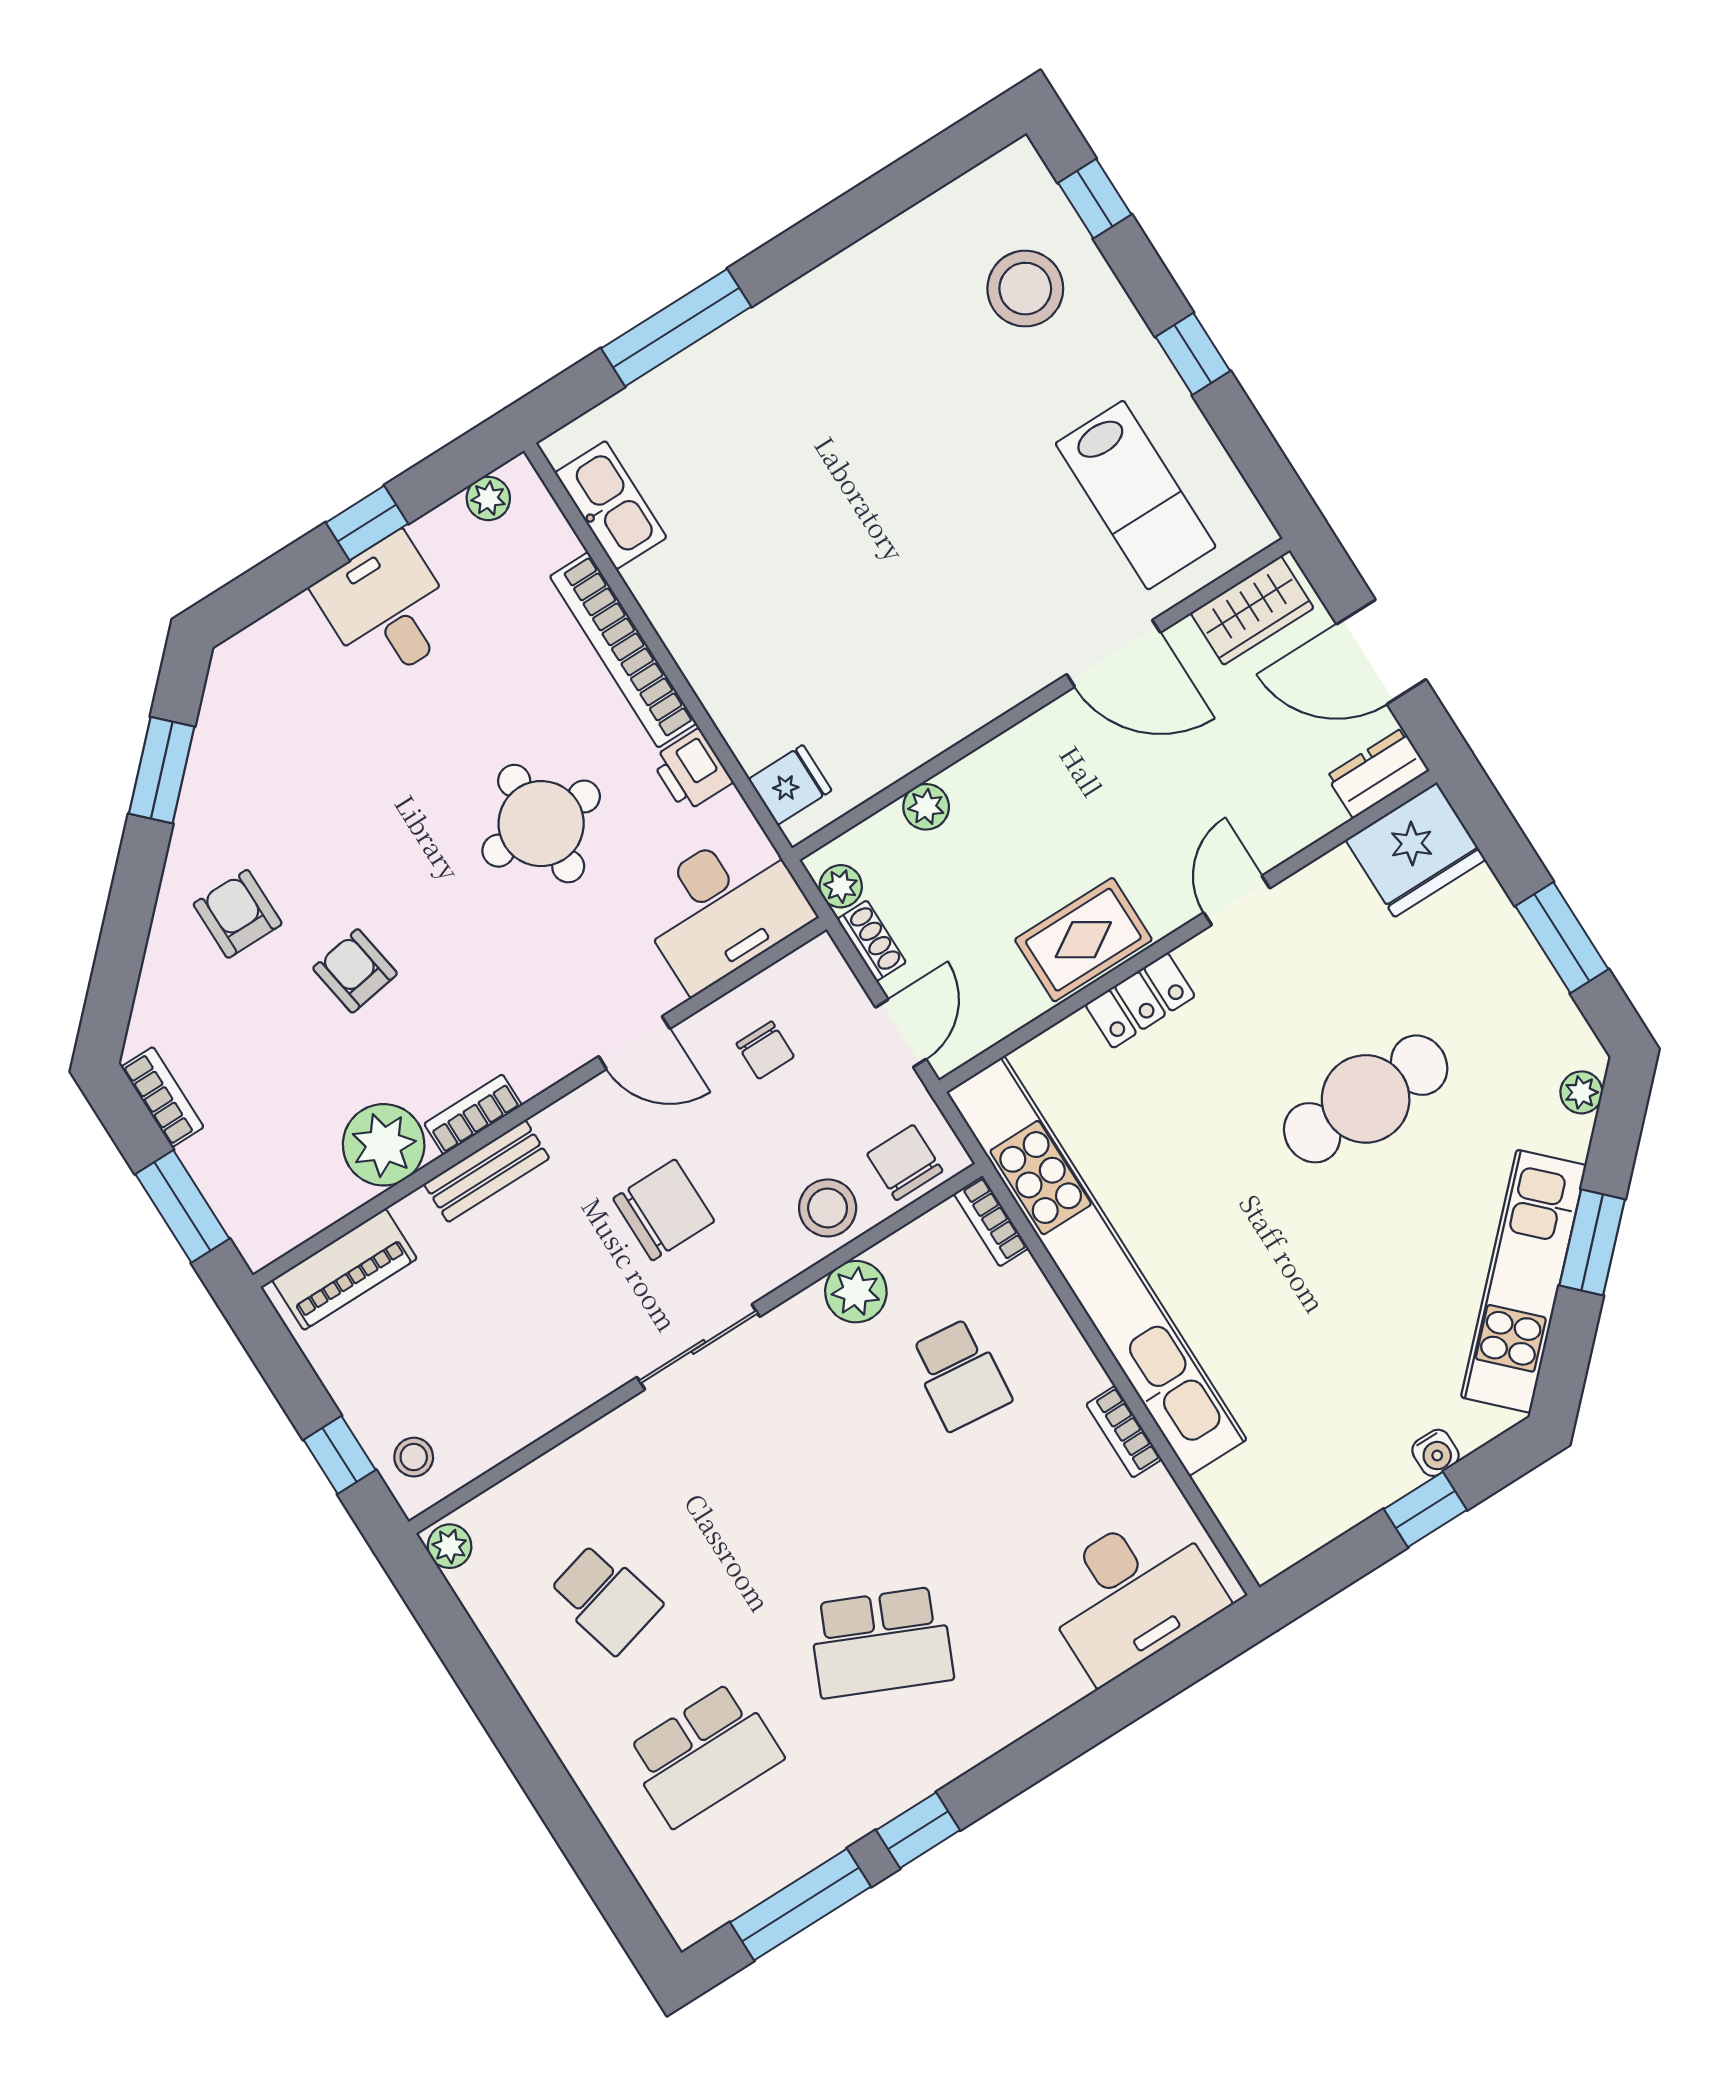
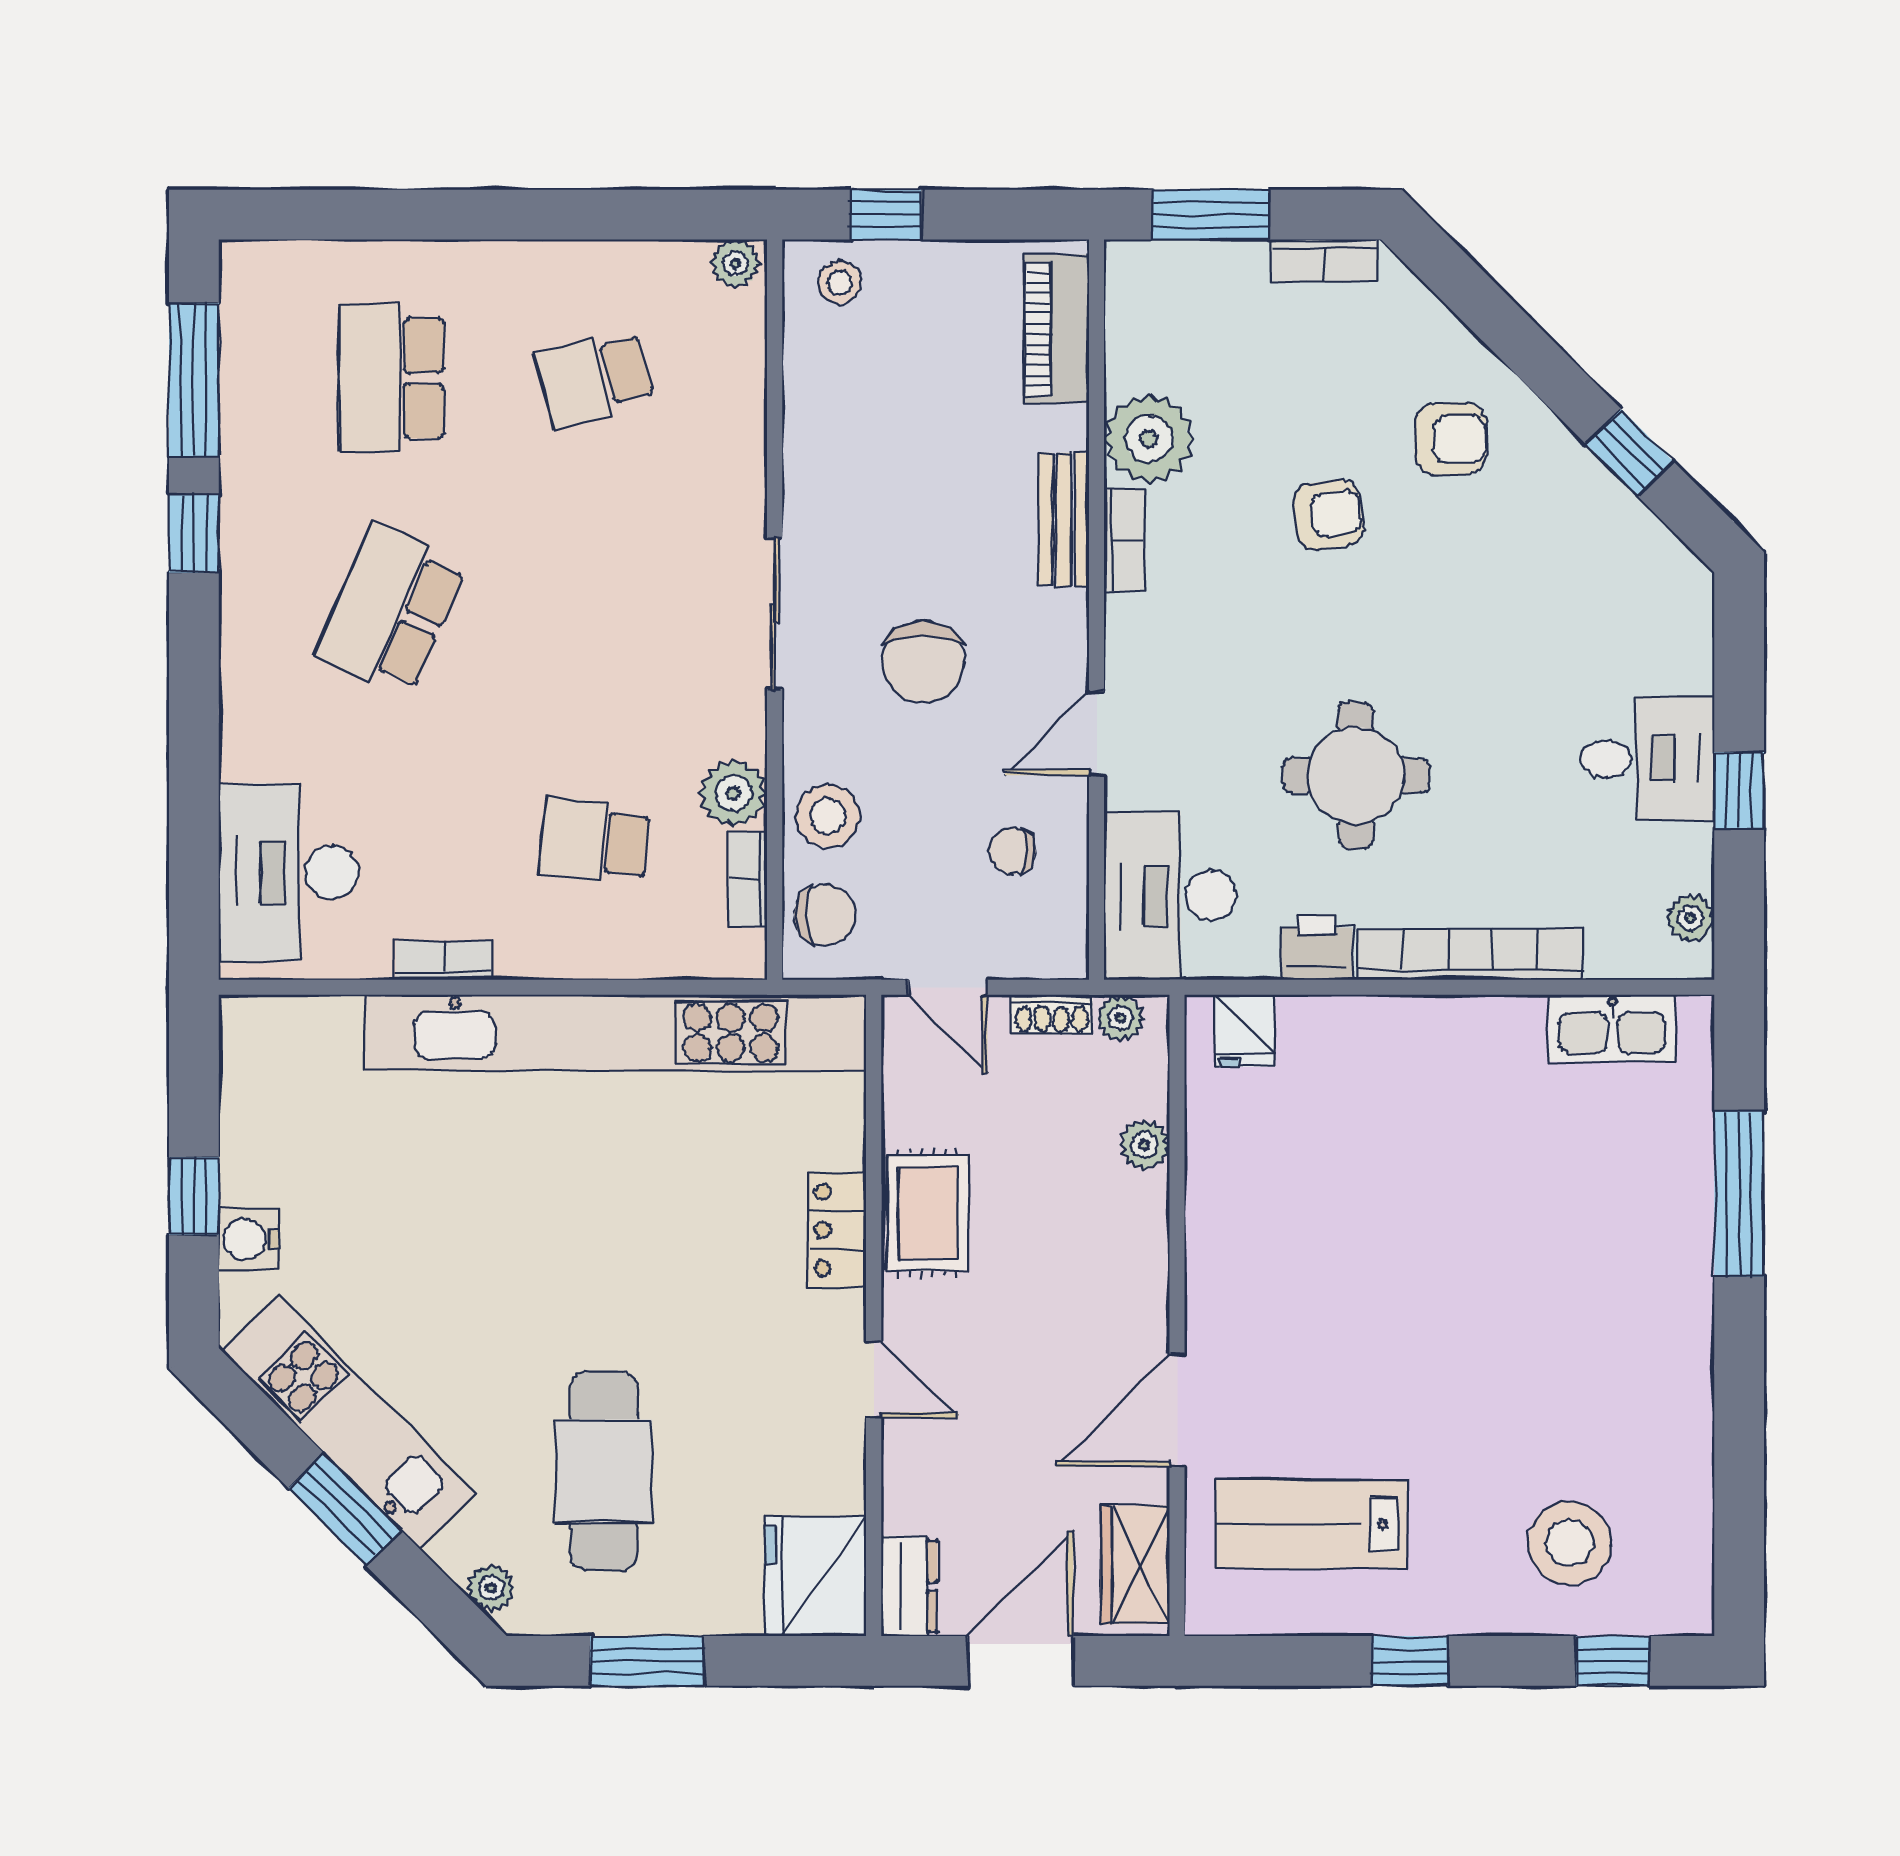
window: (162, 770) -> (1630, 453), width x0.67
cafe table: (1366, 1099) -> (604, 1471), moved
bookcase: (991, 1221) -> (748, 880), moved, turned -90
water cooler: (1435, 1453) -> (249, 1239), width x1.38, depth x1.38

